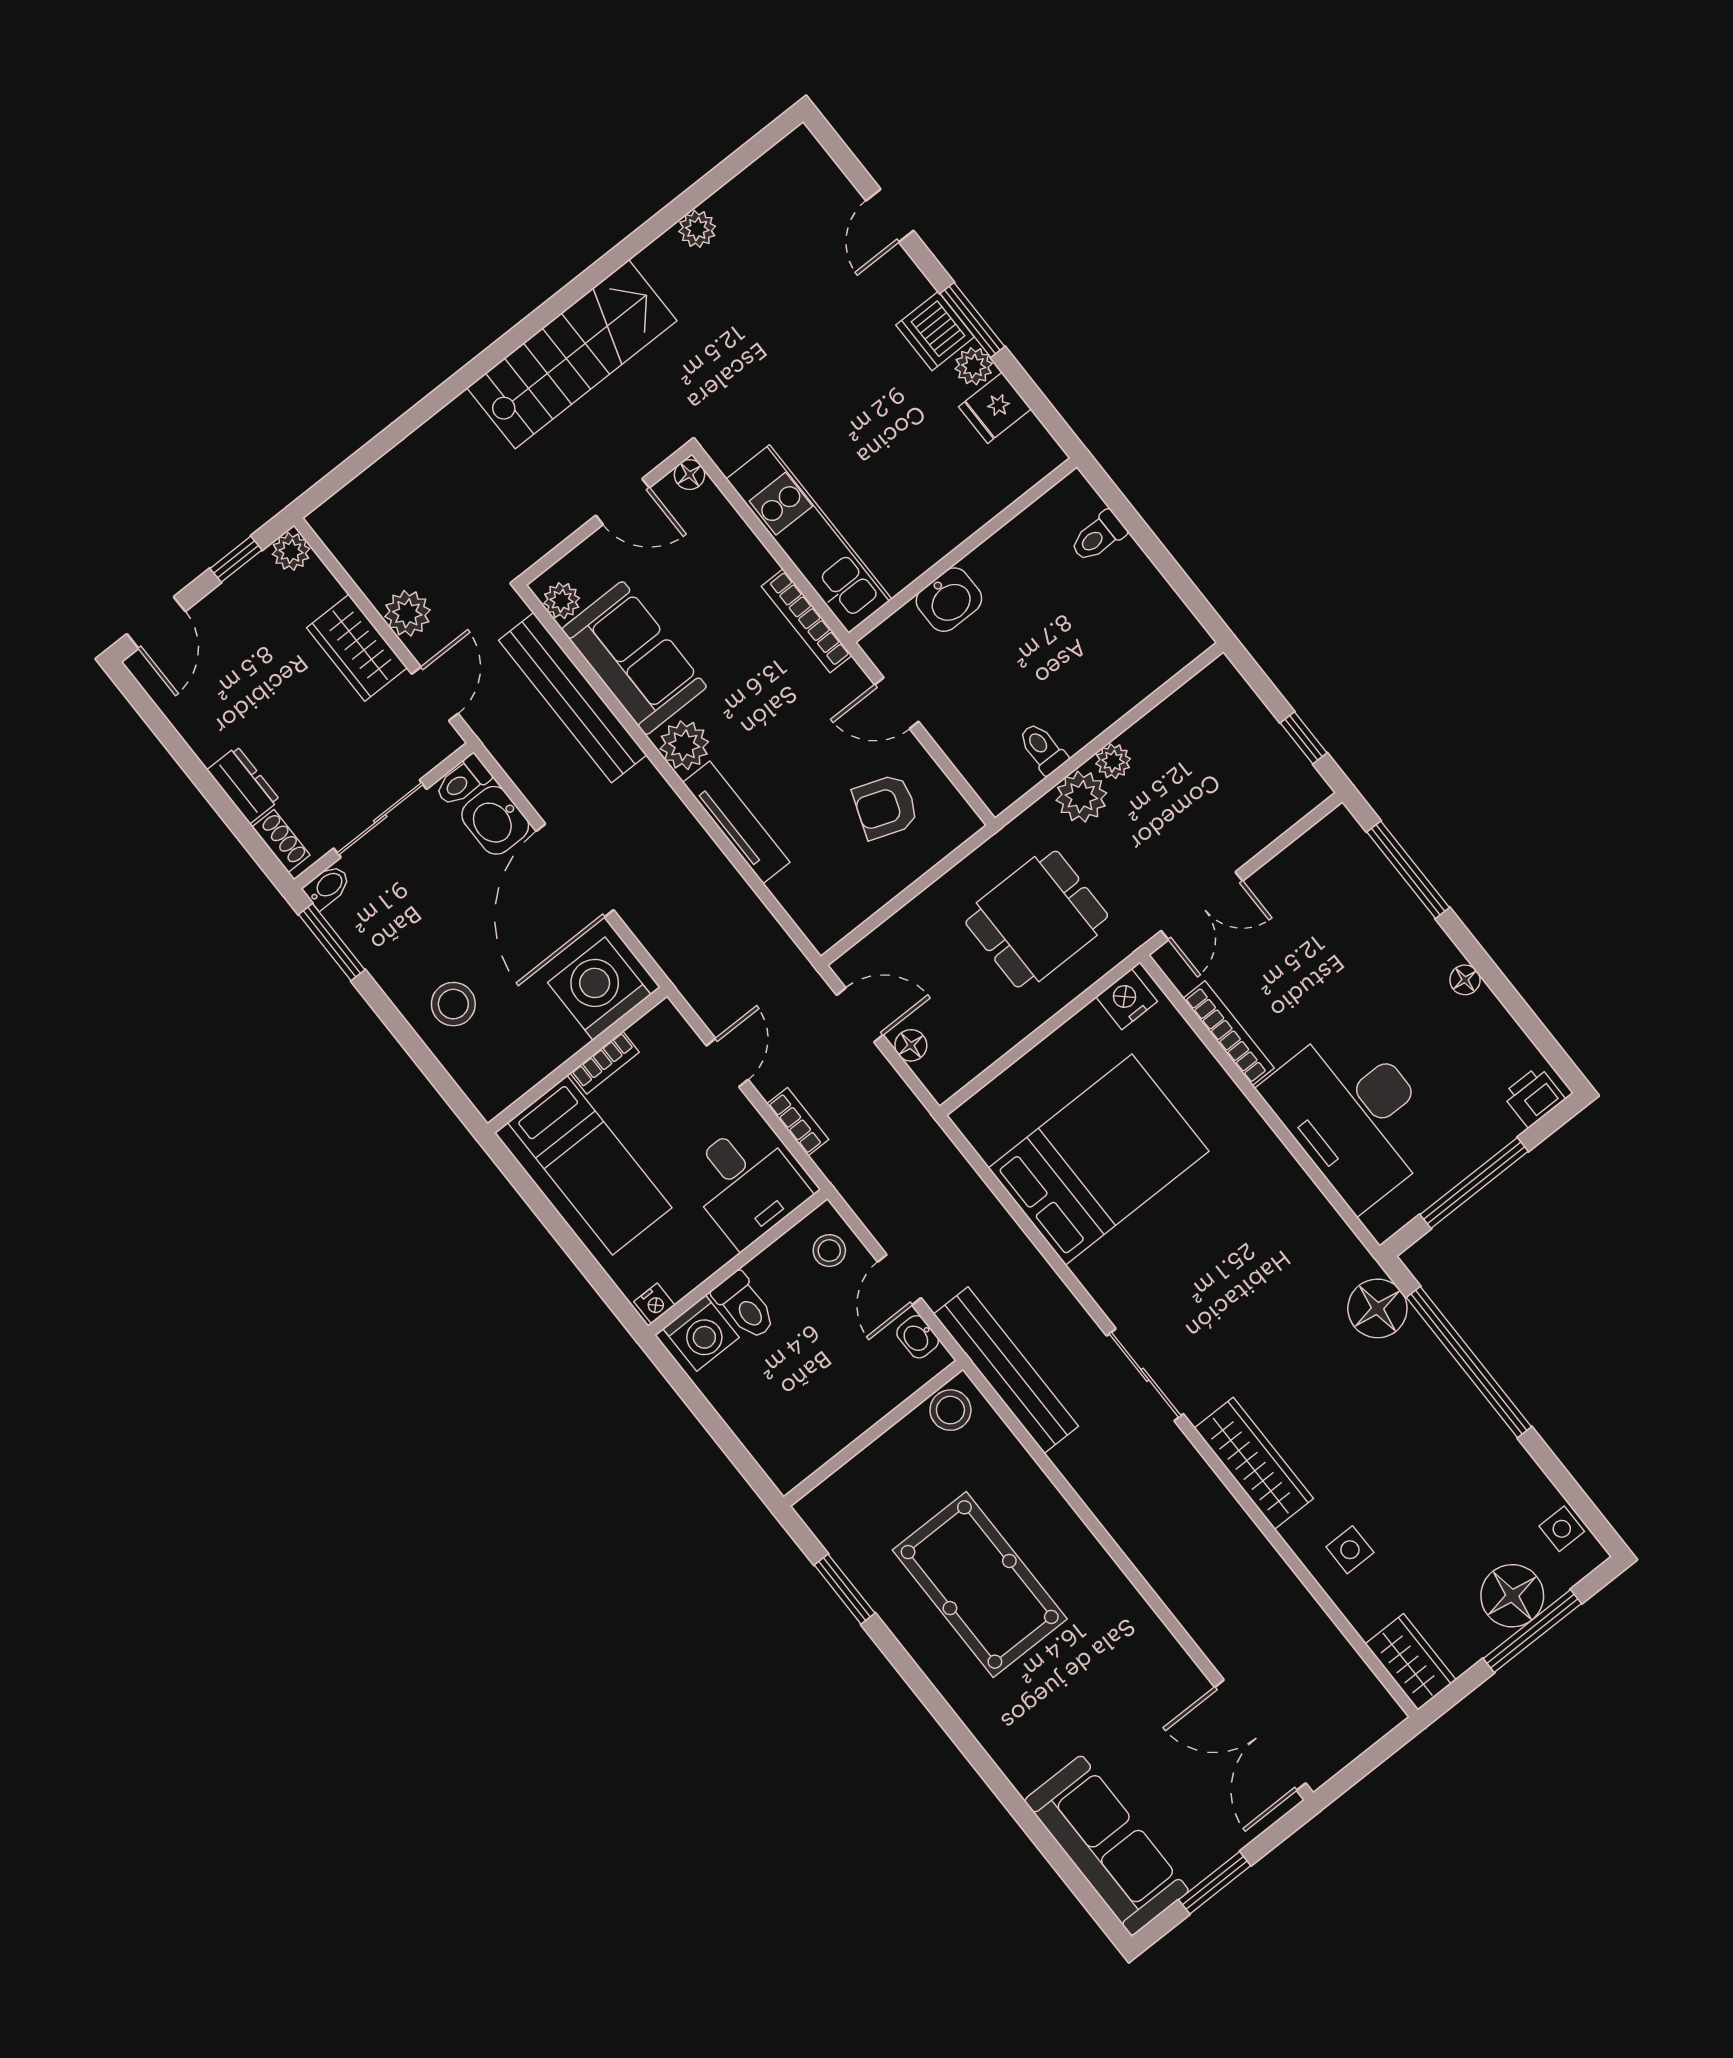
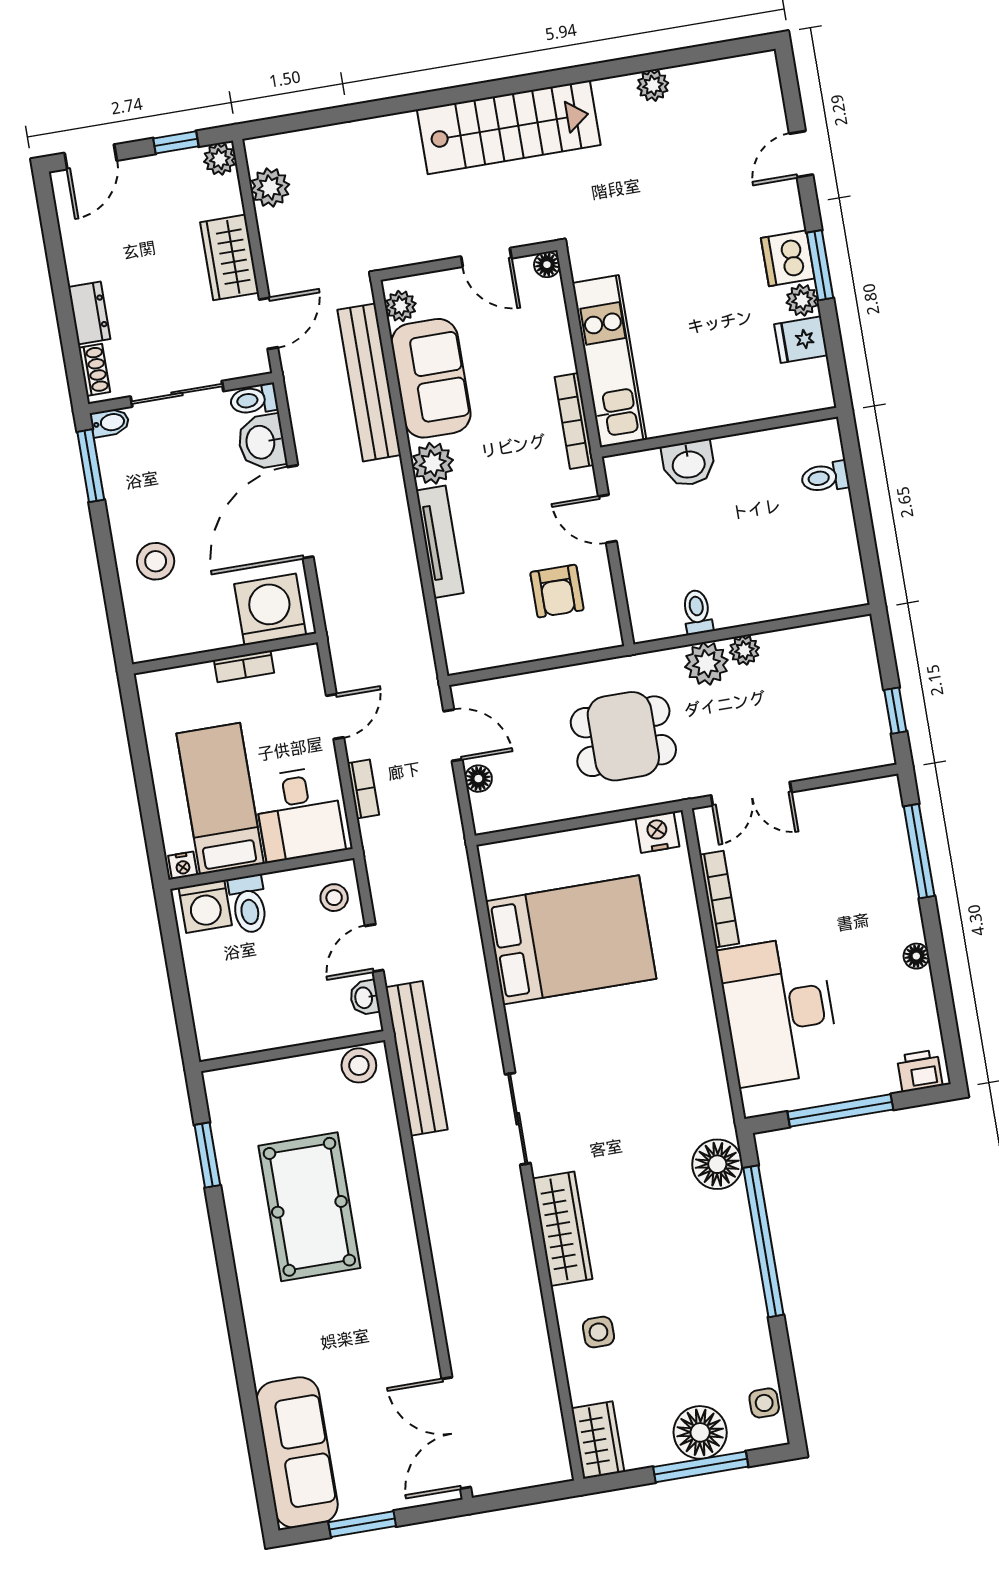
plant: (407, 613) -> (270, 188), moved
armchair: (886, 807) -> (557, 591), turned -110
bed: (590, 1165) -> (220, 799), moved, turned 180

